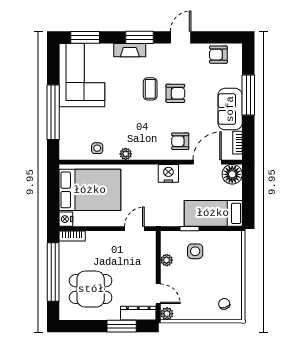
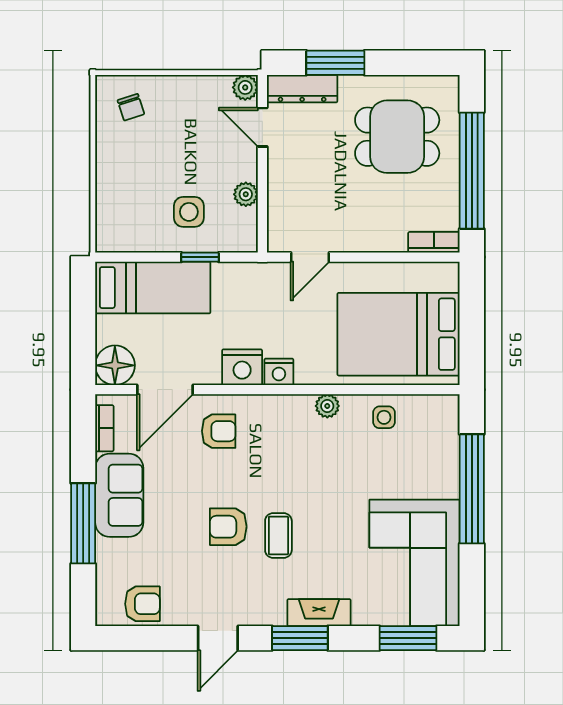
nightstand: (66, 219) -> (279, 372), moved, turned 90

